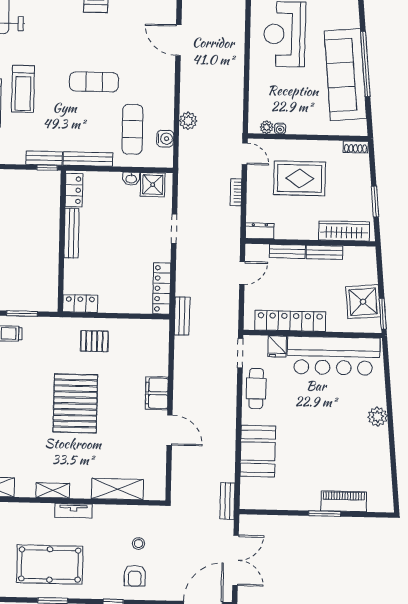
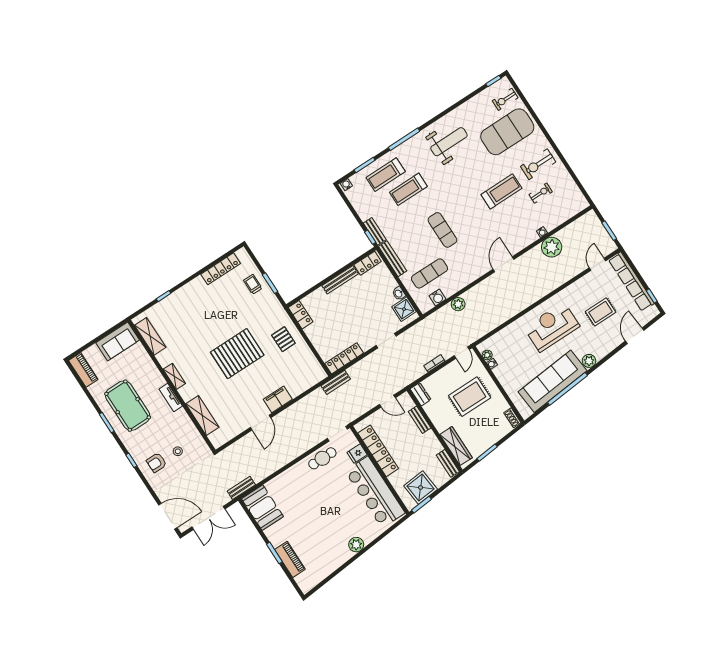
plant: (351, 19) -> (589, 361), added
rug: (299, 178) -> (470, 397), turned 90
bench: (324, 252) -> (448, 463), moved
booth: (258, 451) -> (262, 508), moved, turned 90

